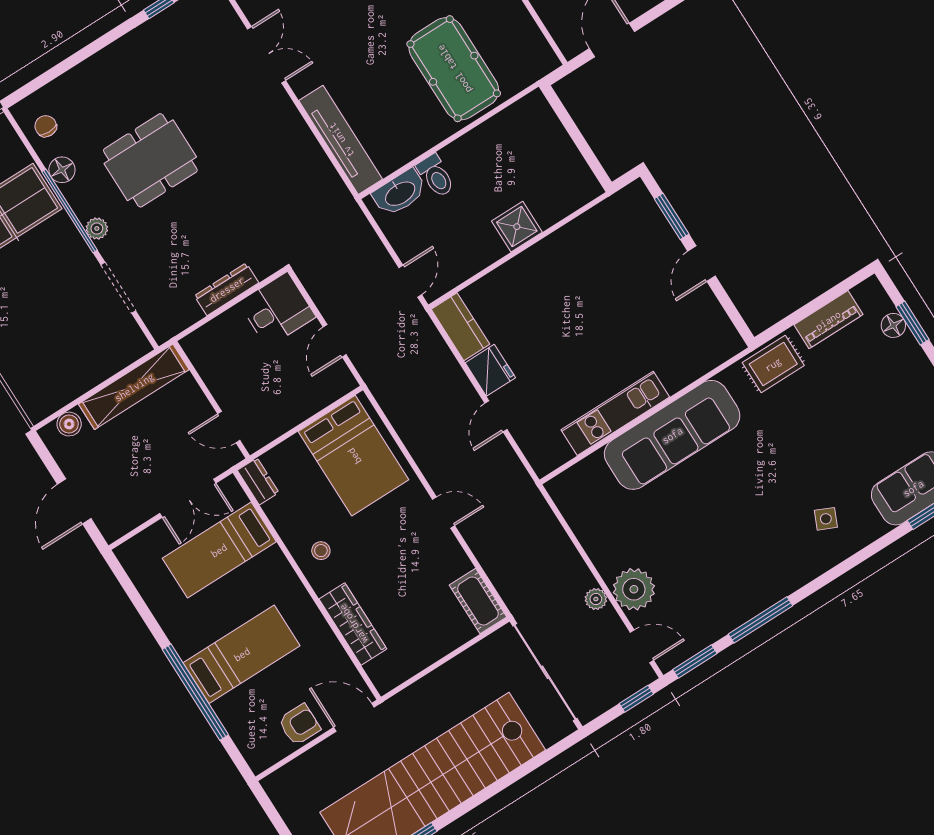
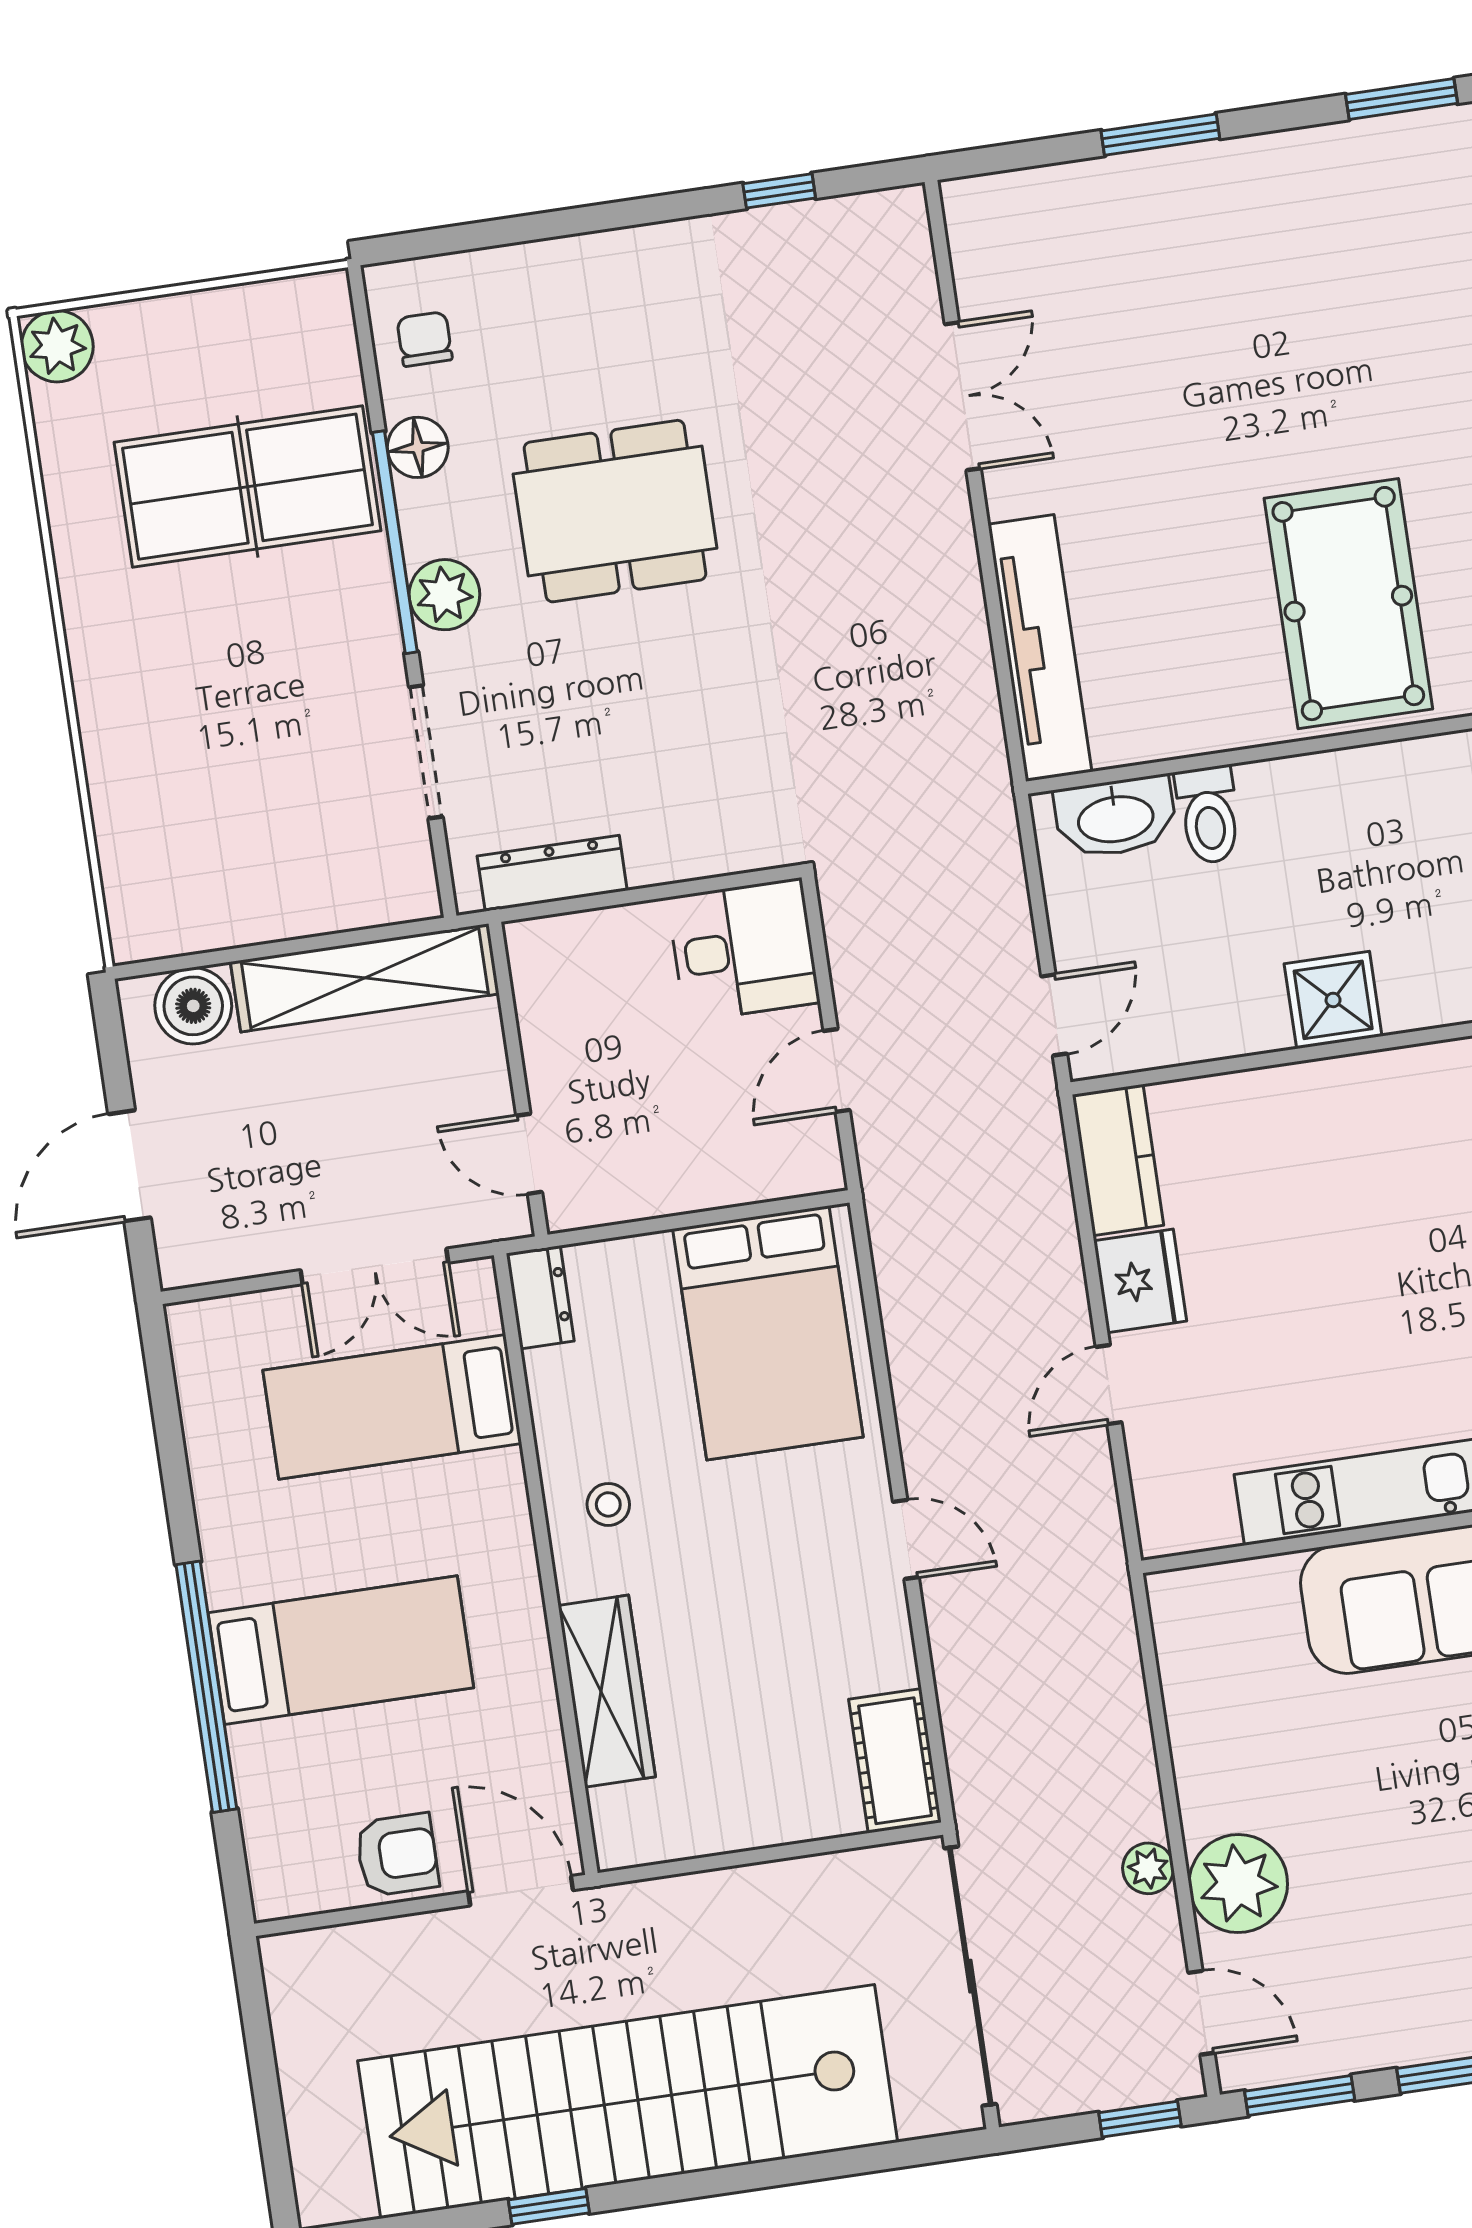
plant: (97, 228) -> (444, 595), width x1.38, depth x1.38
dresser: (227, 289) -> (552, 873), moved
boiler: (69, 424) -> (193, 1006), width x1.36, depth x1.36

